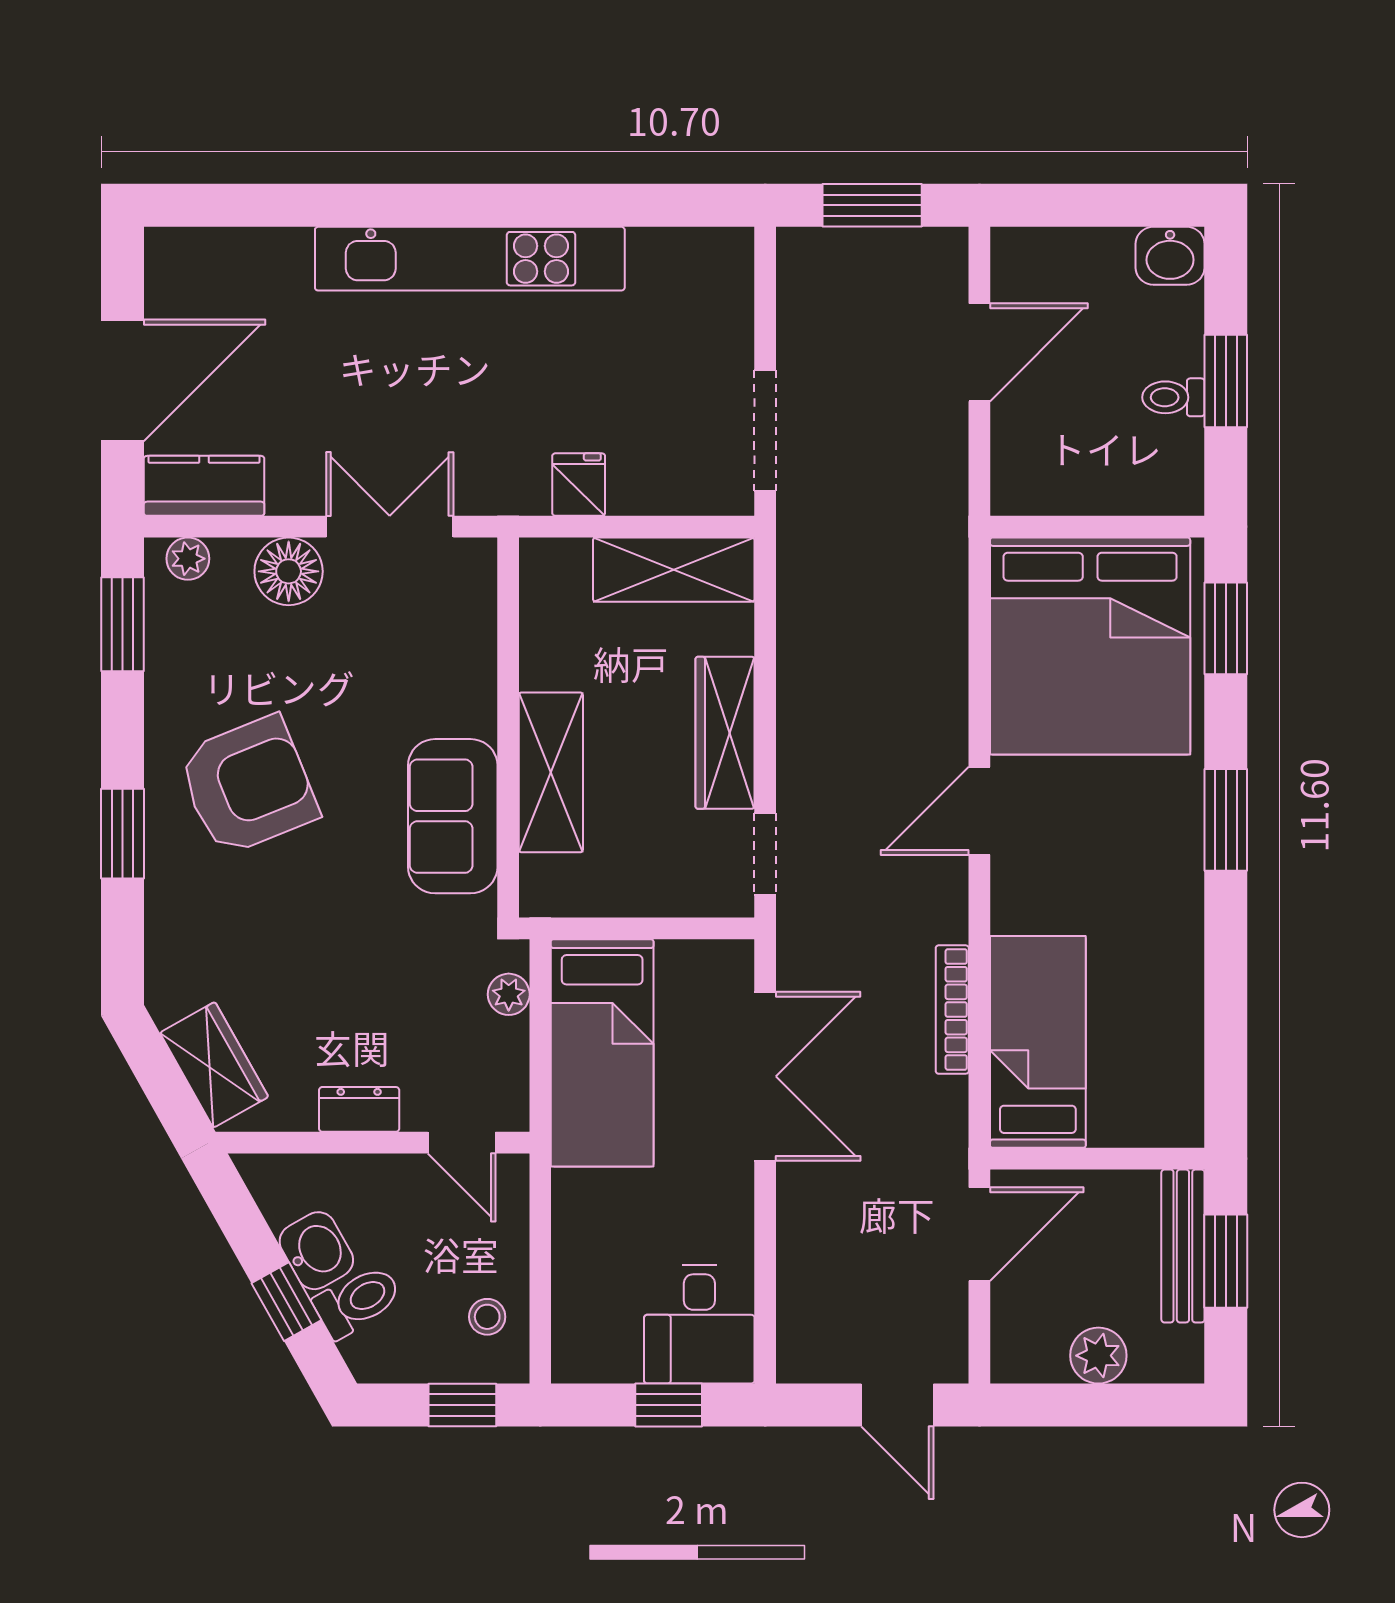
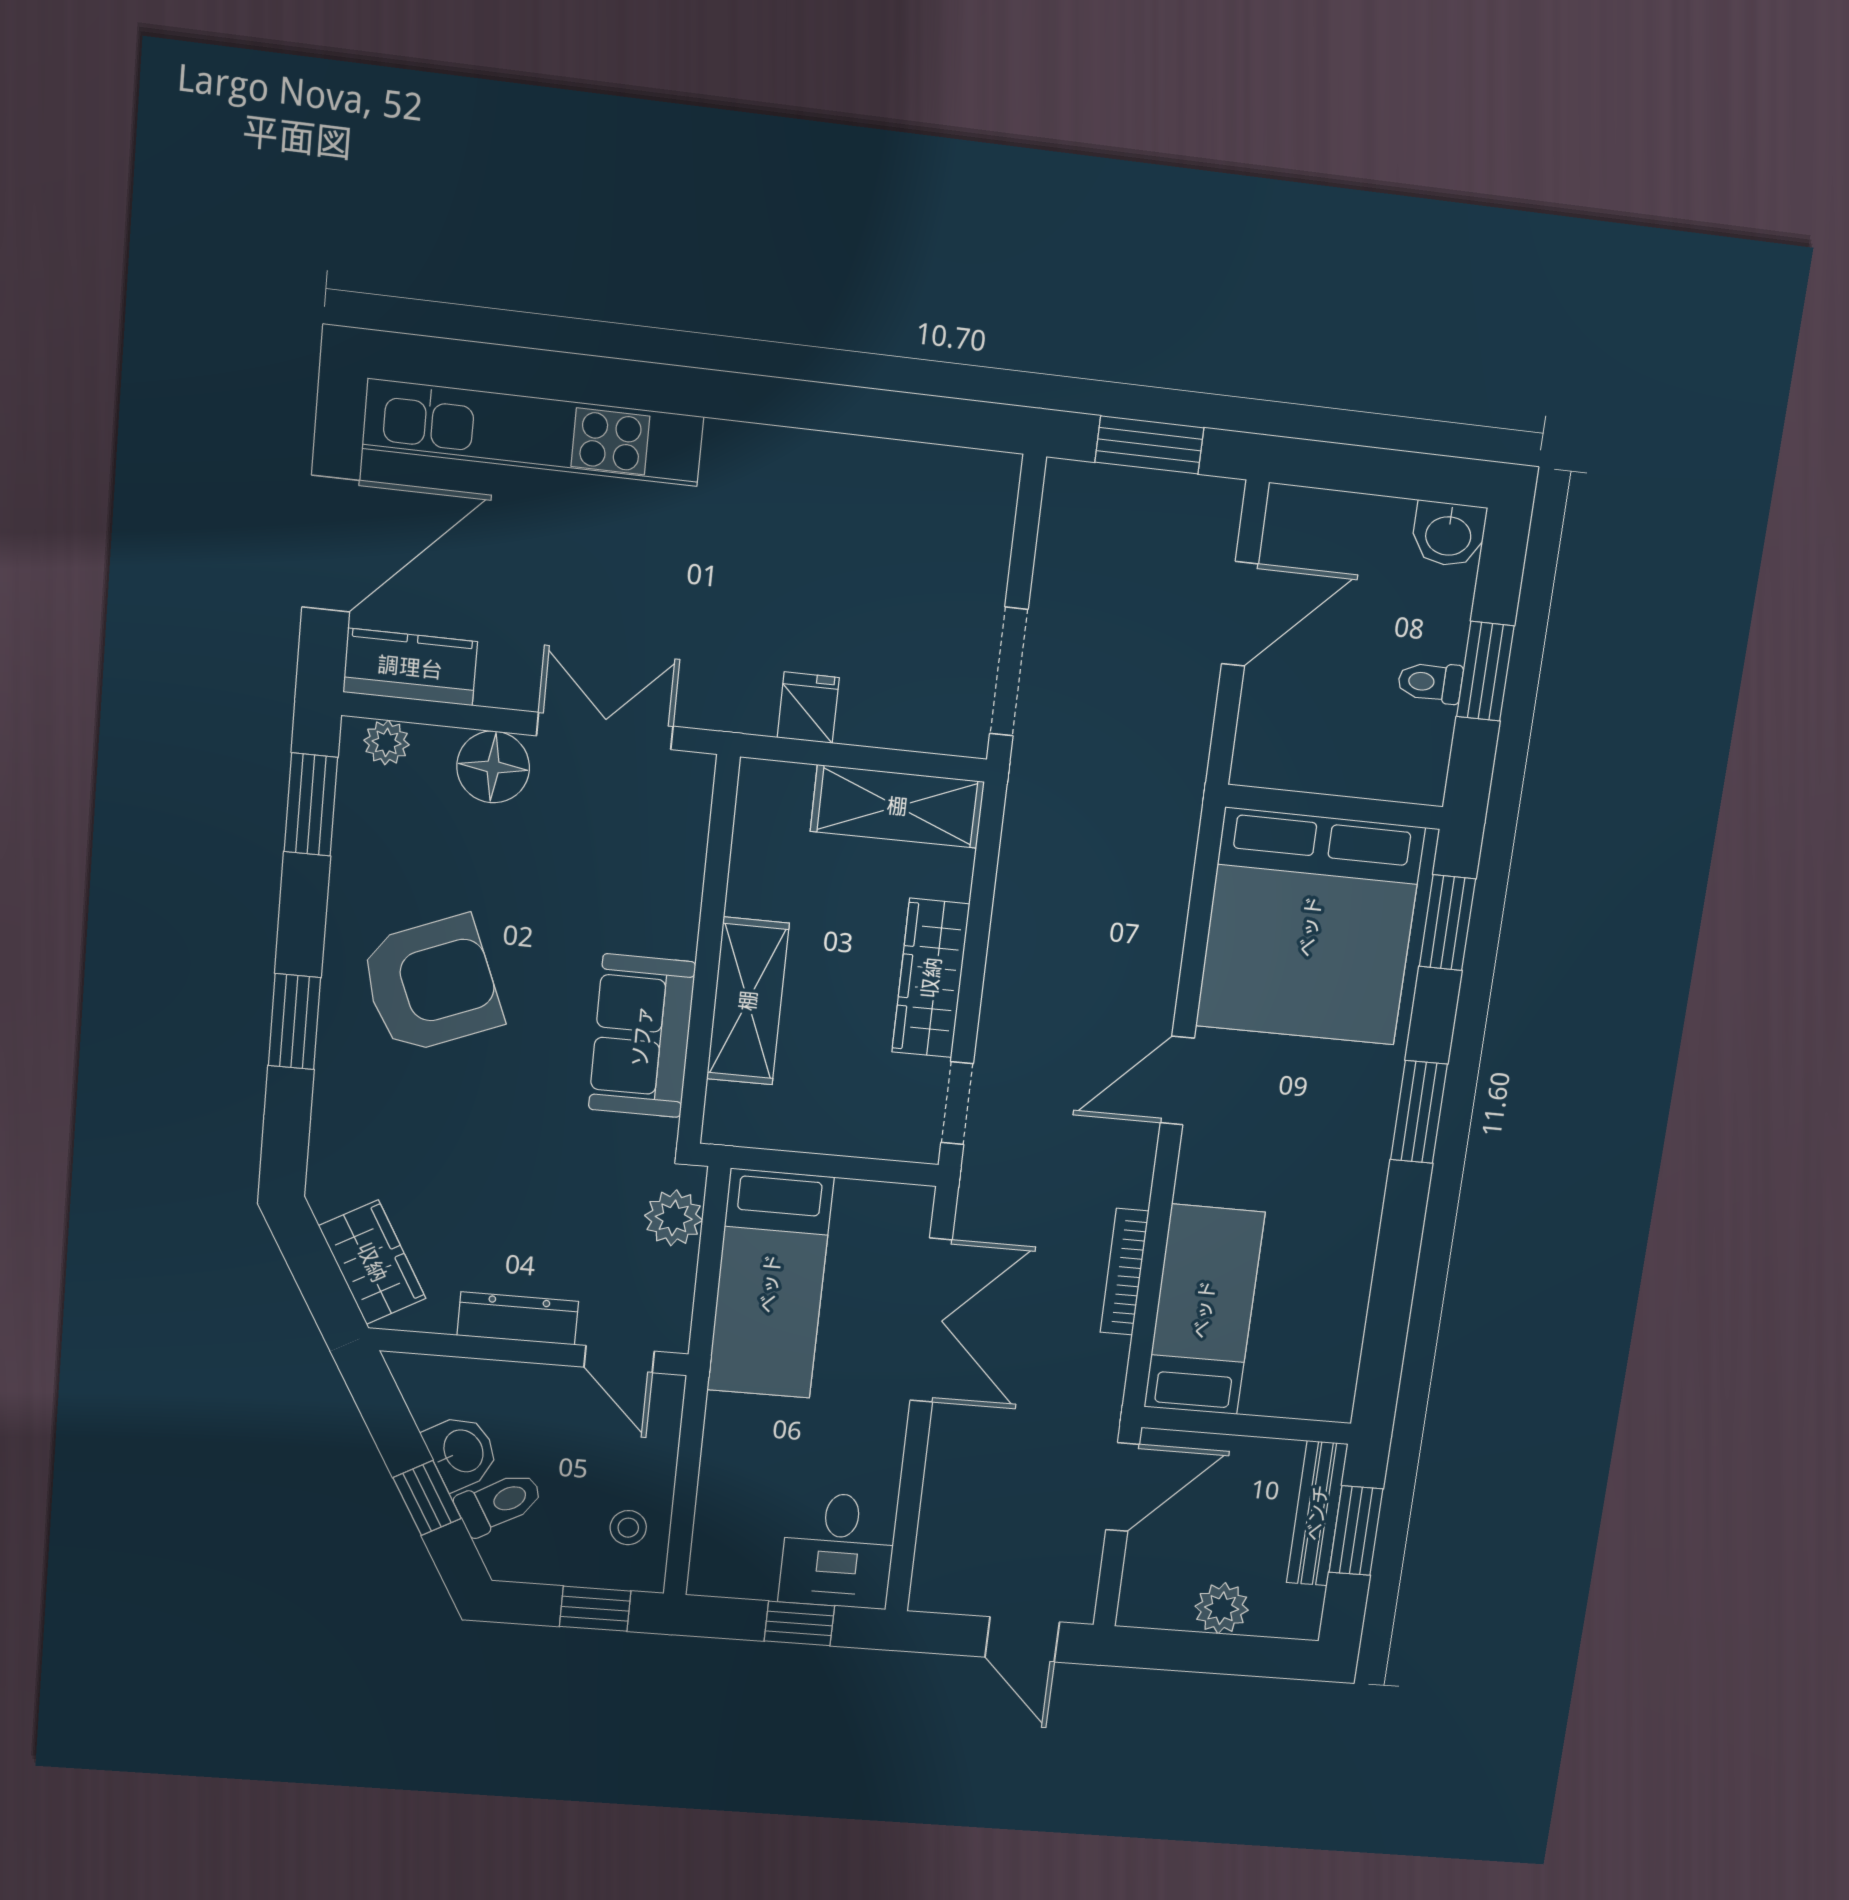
kitchen unit: (470, 259) -> (533, 433), moved
plant: (509, 994) -> (674, 1218), width x1.38, depth x1.38
dresser: (359, 1109) -> (518, 1318), width x1.44

